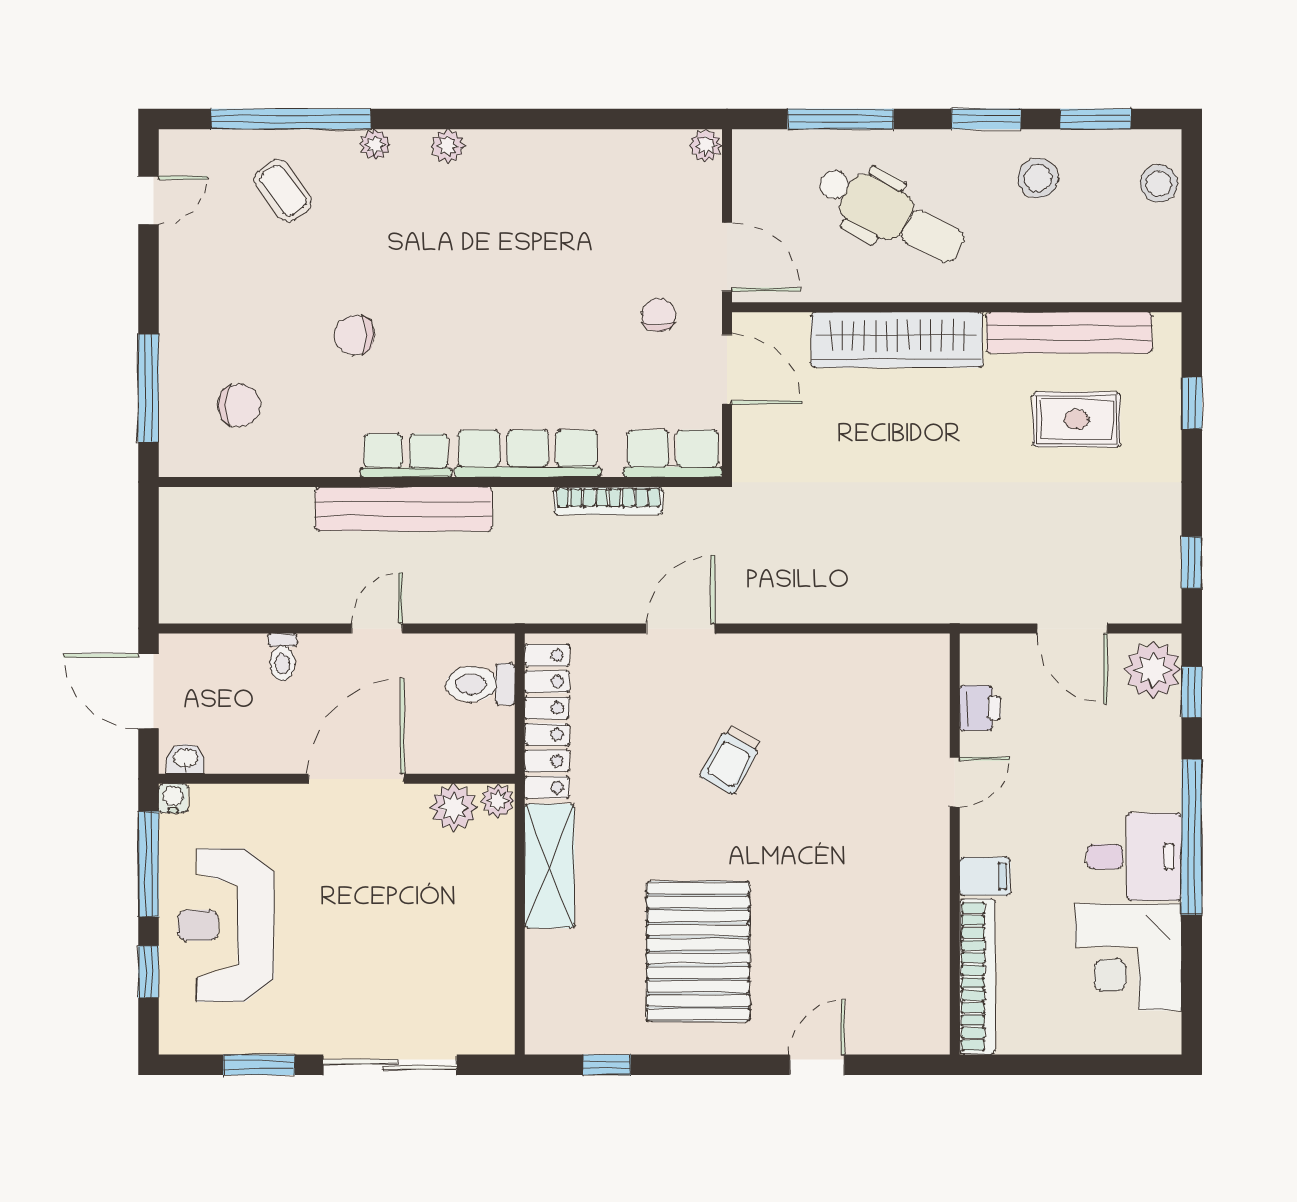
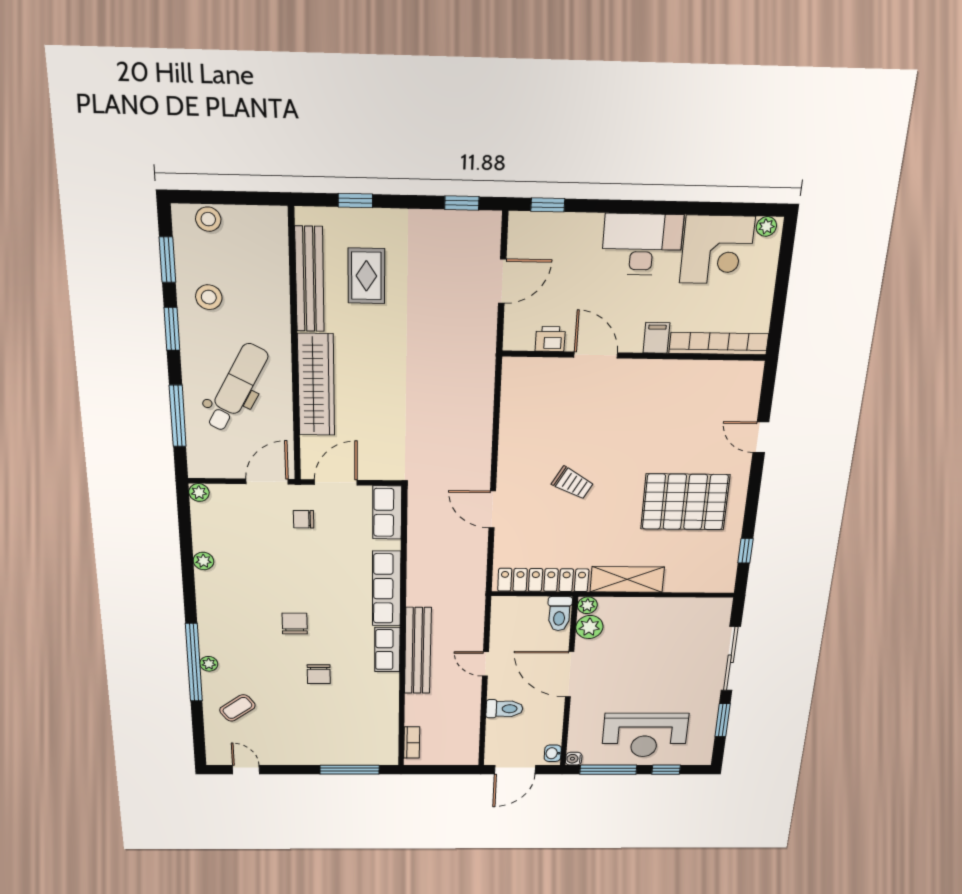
window: (291, 119) -> (194, 663), moved
plant: (448, 146) -> (203, 561), moved
chair: (239, 405) -> (295, 624), moved
bookcase: (608, 501) -> (412, 743), moved, width x0.64
toilet: (283, 657) -> (504, 709), width x1.37, depth x1.39
plant: (1153, 670) -> (766, 226), moved, width x0.53, depth x0.53
toilet: (480, 684) -> (559, 614), moved
door: (955, 782) -> (596, 355), width x1.38
window: (1192, 837) -> (643, 207), removed
desk: (1134, 857) -> (642, 245), width x1.37

